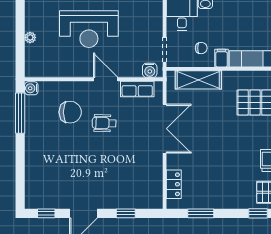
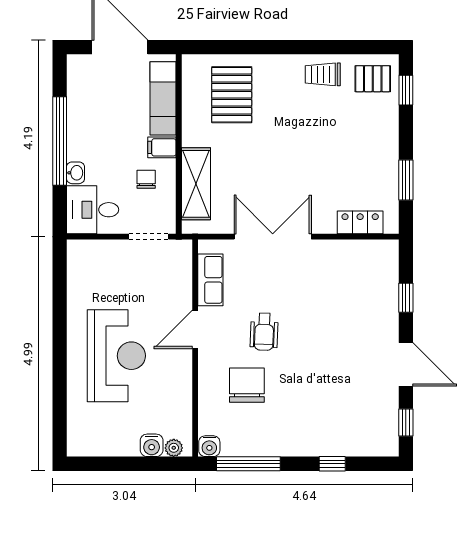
plant: (30, 37) -> (174, 448), moved
water cooler: (150, 70) -> (152, 445), moved, turned 90
window: (20, 167) -> (332, 464), added

